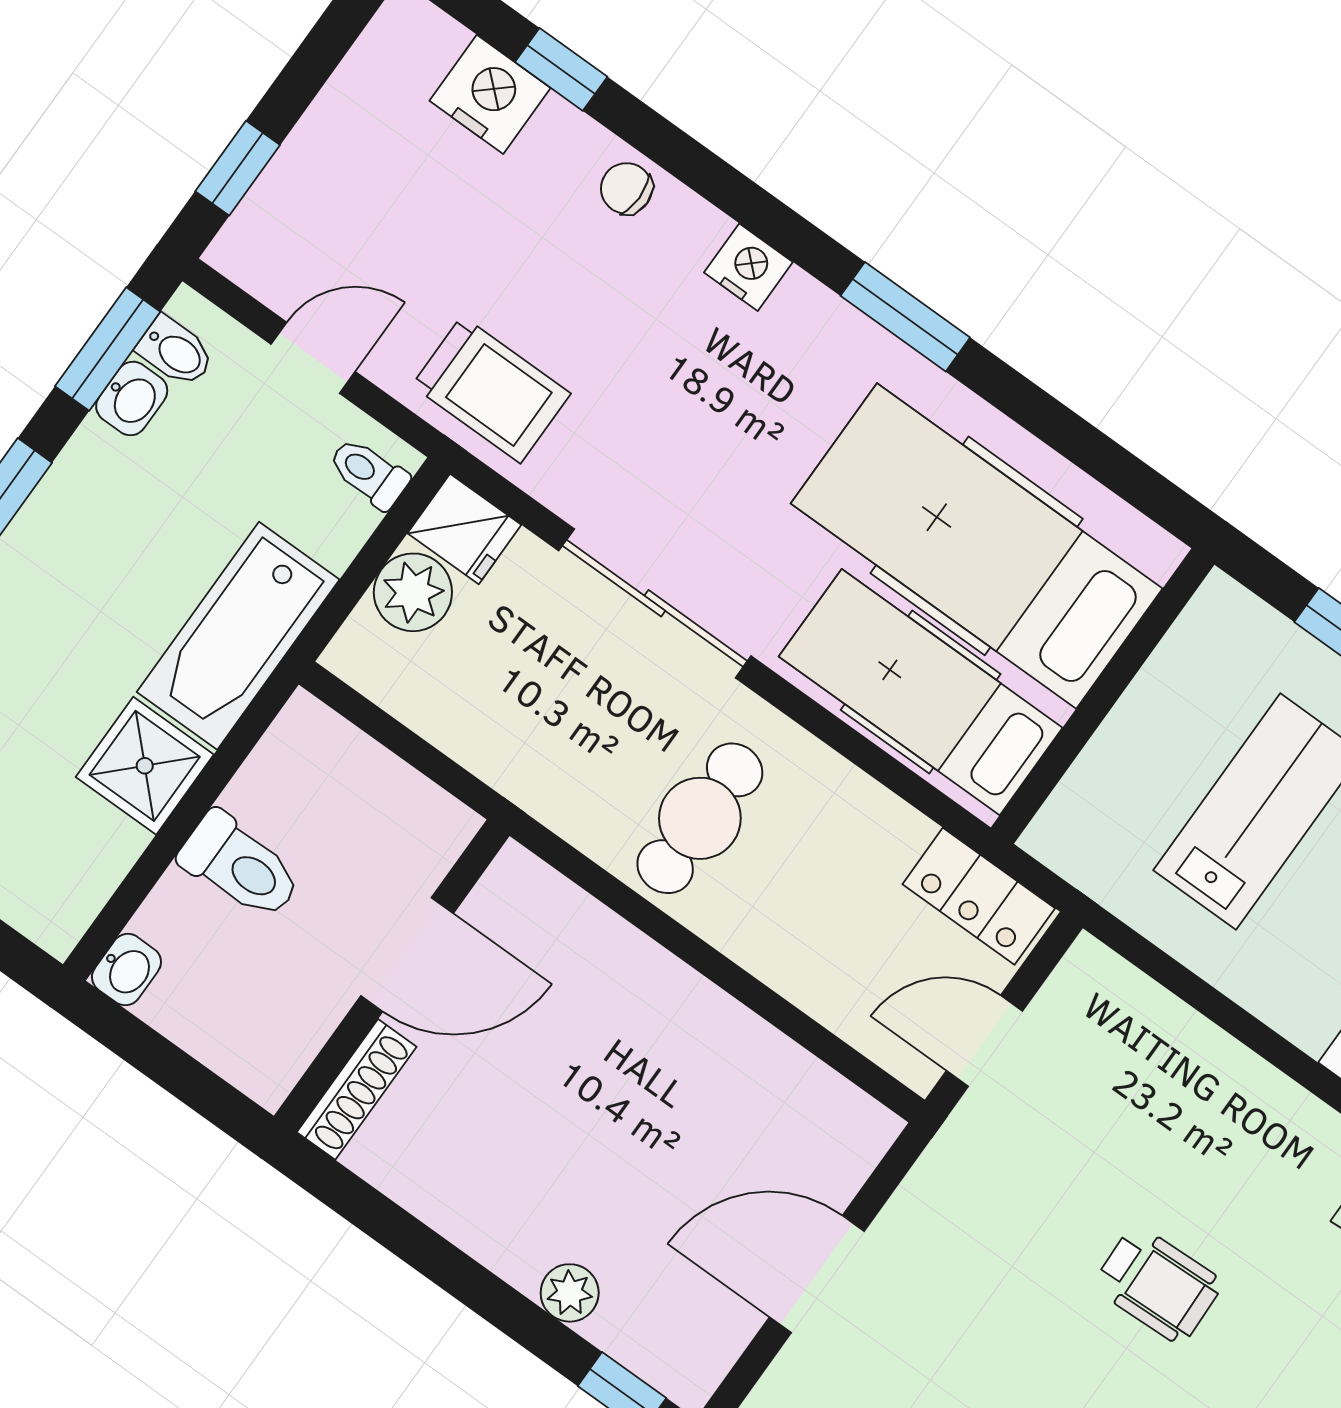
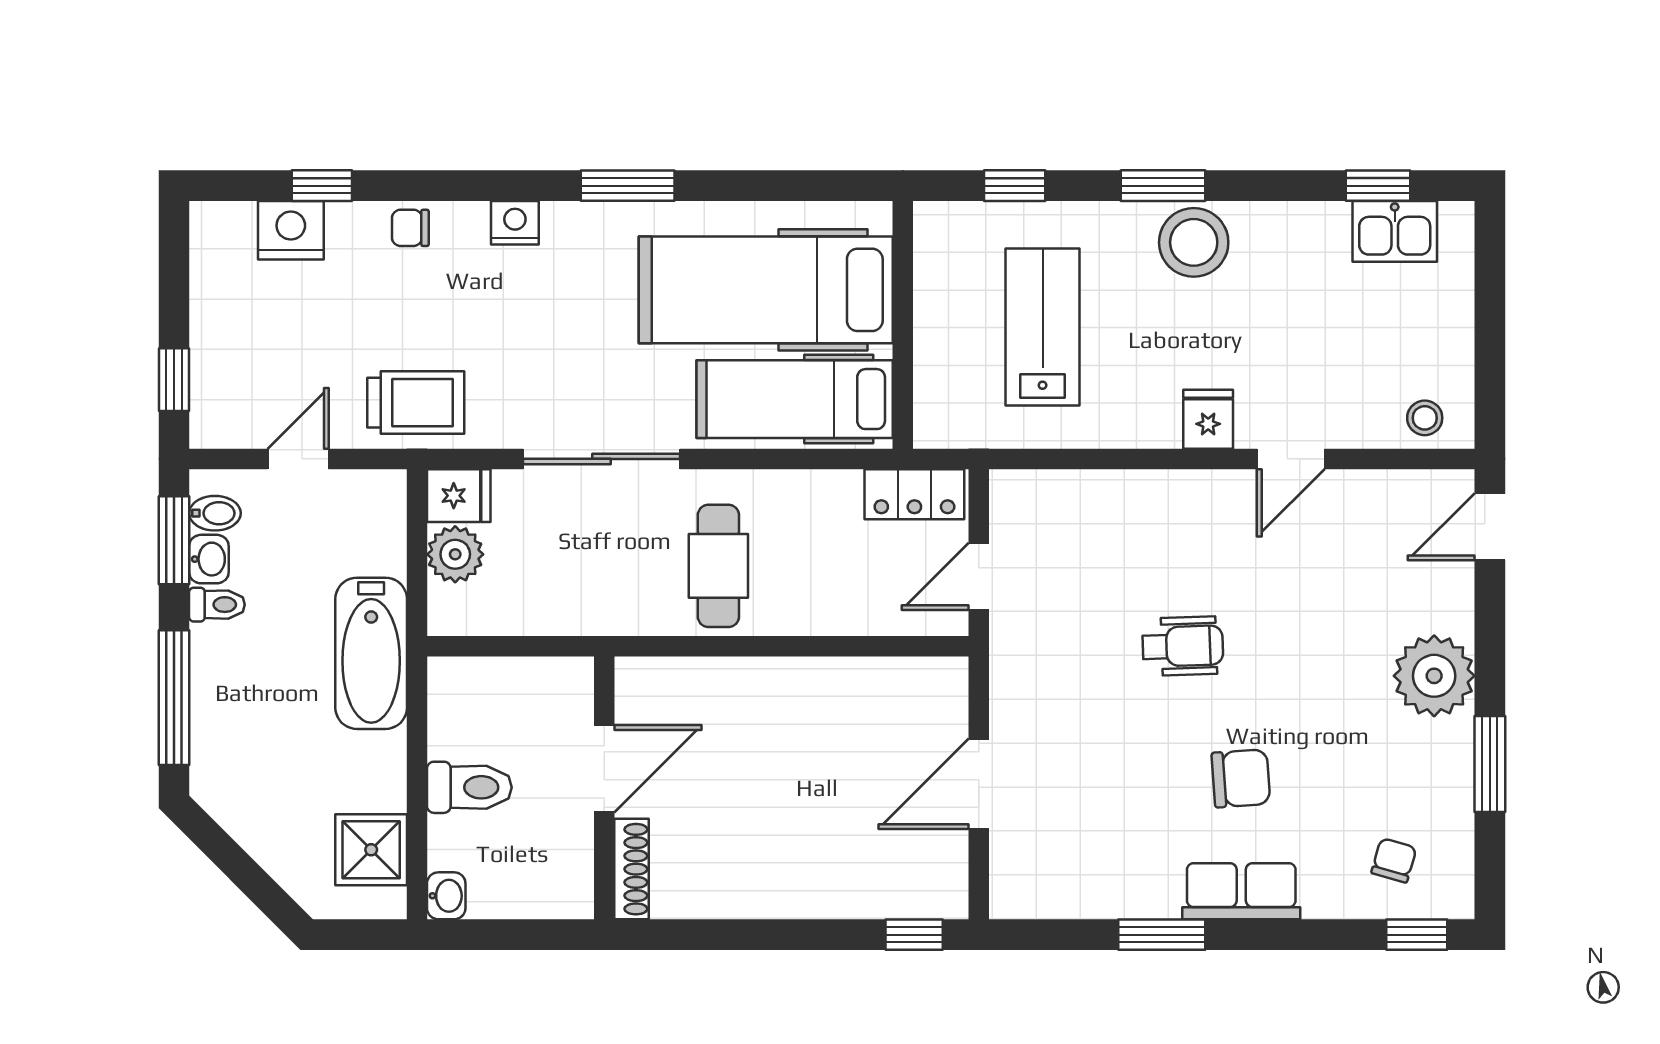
toilet: (369, 473) -> (217, 605), moved, turned 180
shower: (145, 766) -> (371, 850), moved
plant: (570, 1293) -> (842, 899), removed

